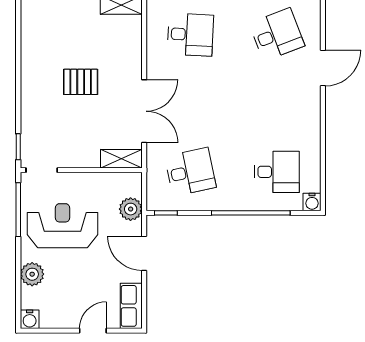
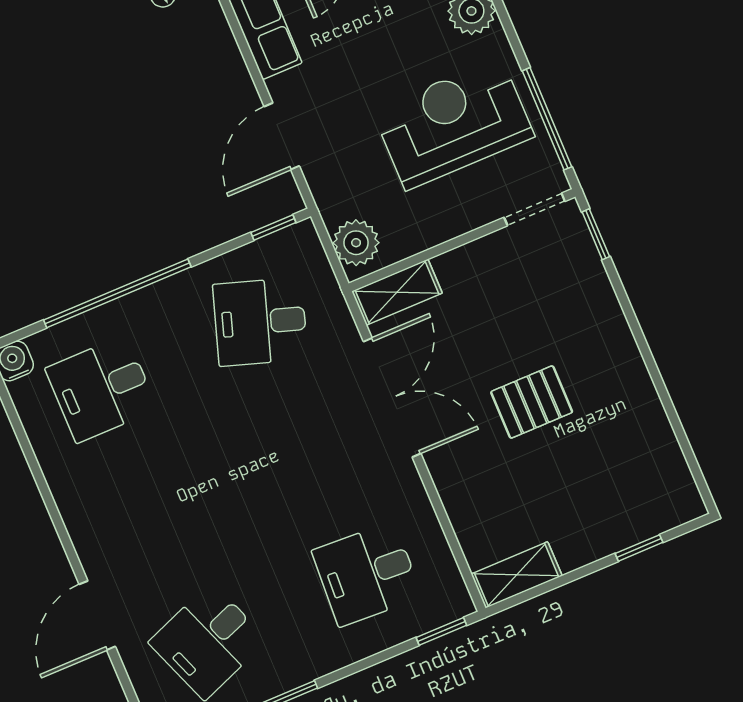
double door: (144, 111) -> (392, 397), swing flipped
desk: (190, 172) -> (260, 322), turned 30
plant: (131, 209) -> (356, 243), moved
reception desk: (62, 226) -> (453, 124), turned 180
door: (144, 253) -> (282, 136), swing flipped

